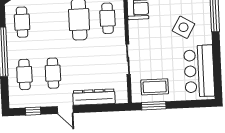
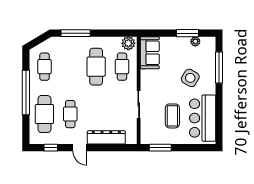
cafe table: (24, 74) -> (44, 114), width x1.37, depth x1.35
coffee table: (155, 87) -> (172, 116), moved, turned 90

